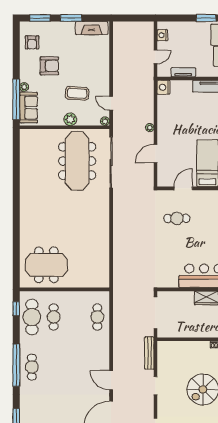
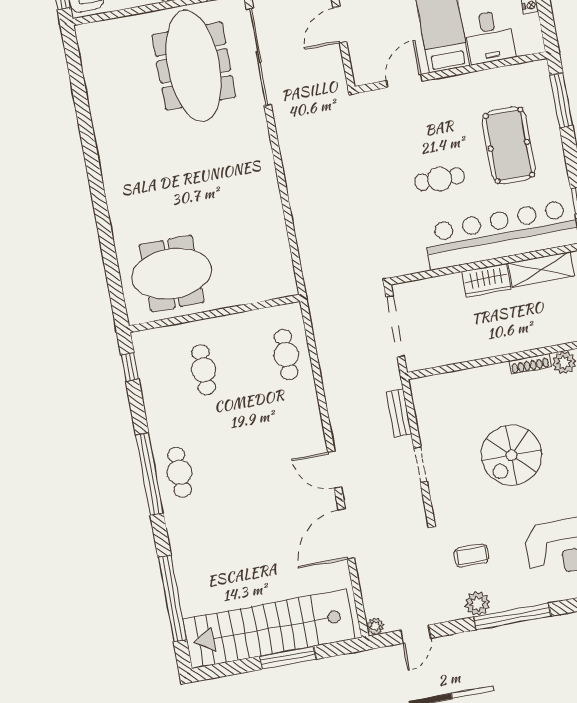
cafe table: (177, 218) -> (440, 179), moved
cafe table: (32, 317) -> (162, 377), removed
bench: (149, 353) -> (399, 413), width x0.73

